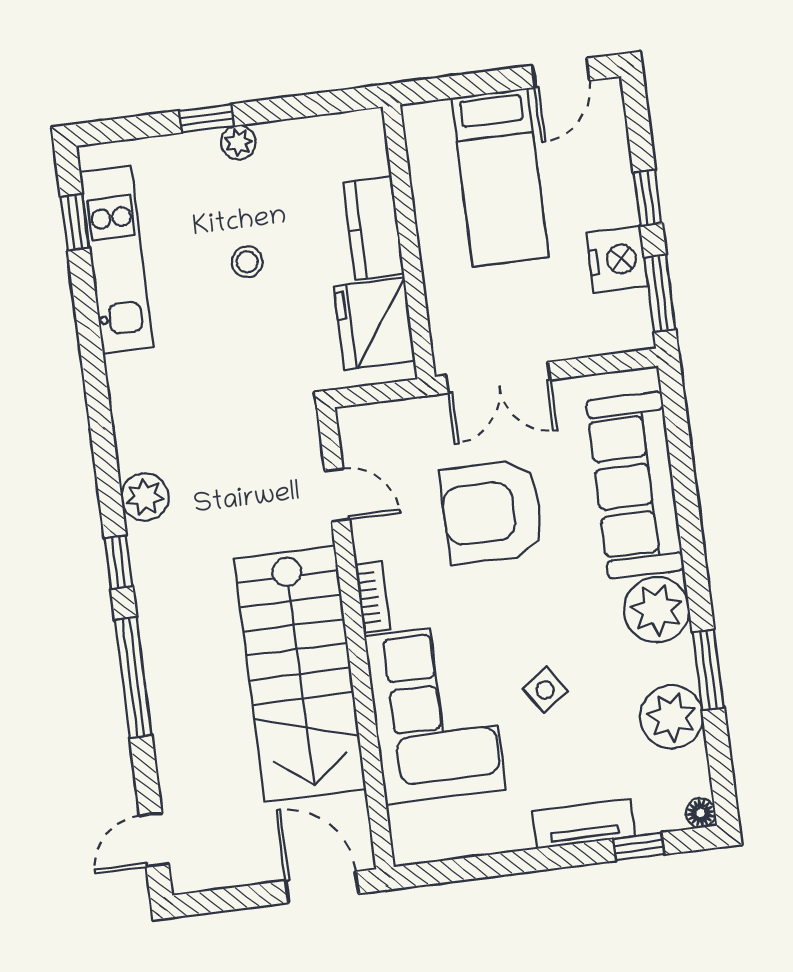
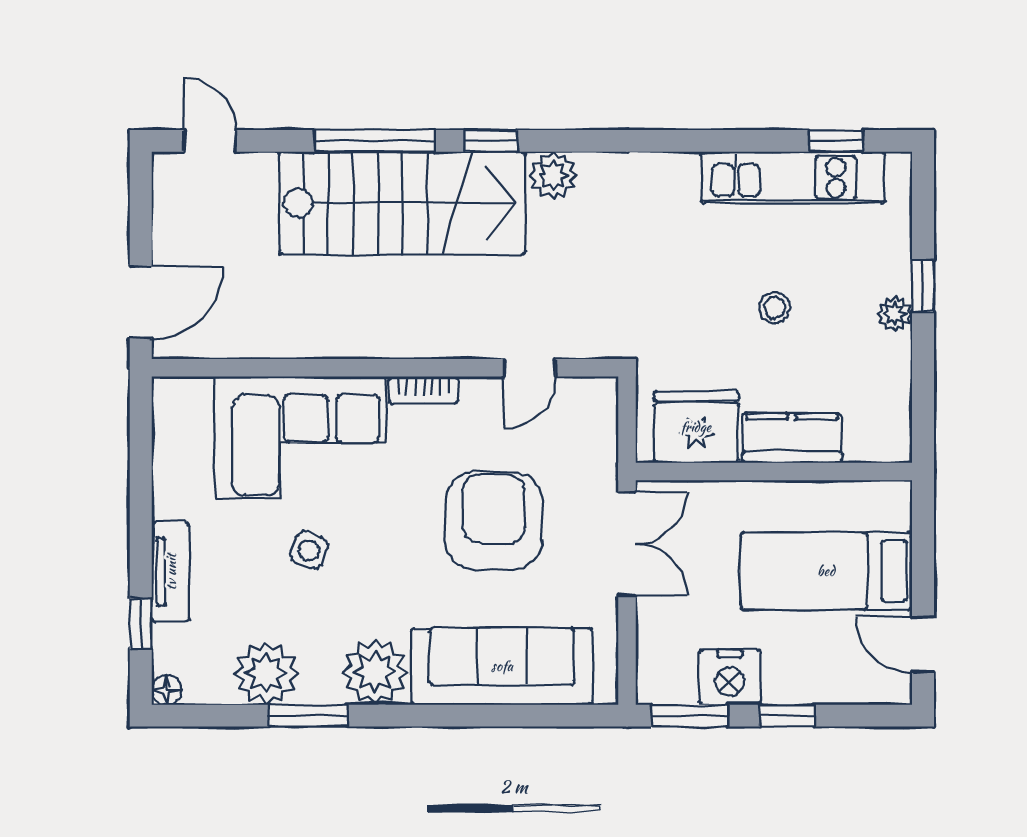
double door: (498, 377) -> (627, 544), swing flipped
stairs: (300, 674) -> (402, 203), moved, turned 180
side table: (545, 690) -> (309, 551), turned -36

